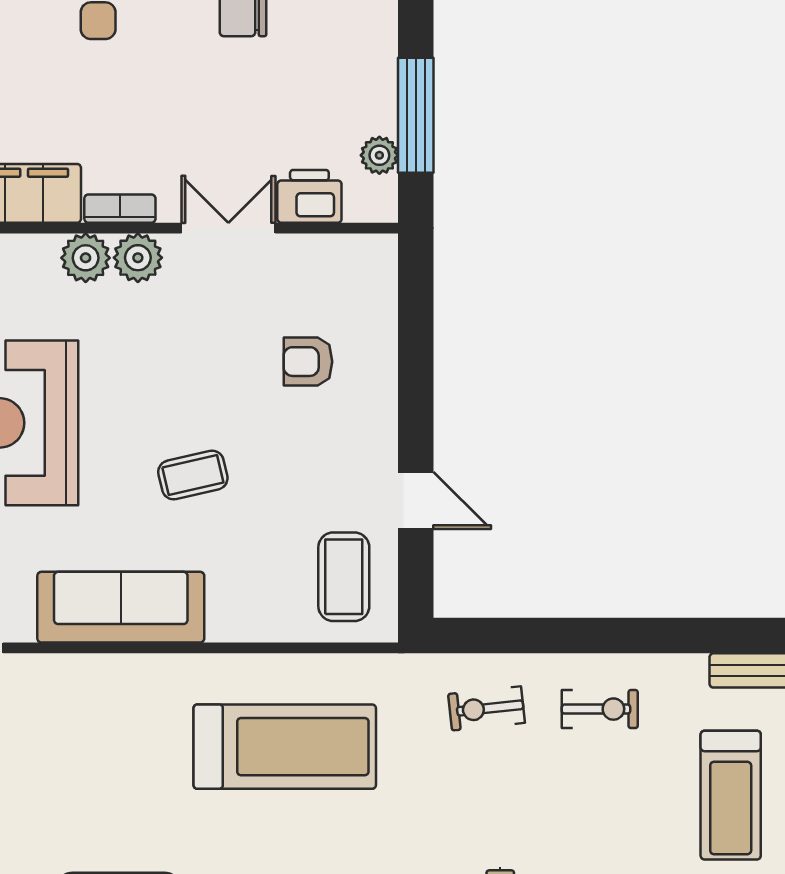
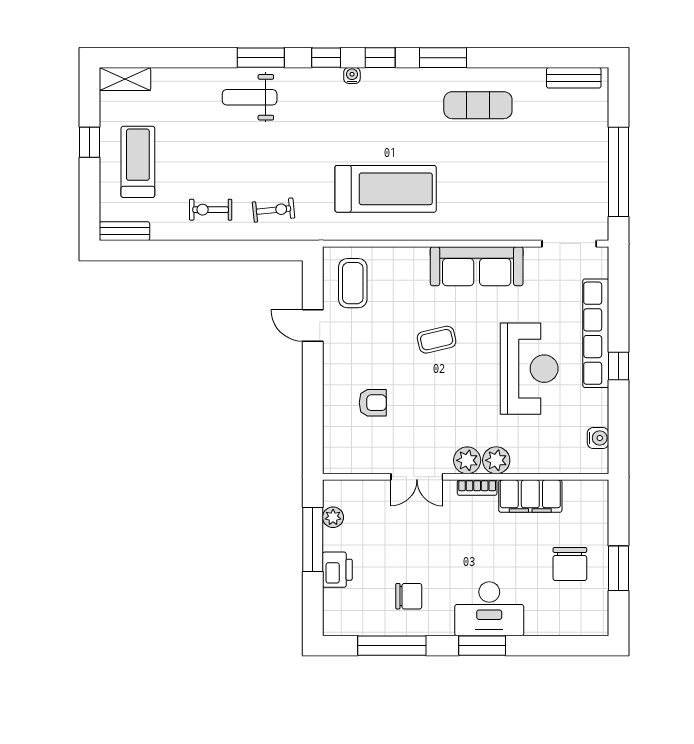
printer: (309, 196) -> (337, 570), moved, turned -90
treadmill: (285, 747) -> (386, 189), turned 180

